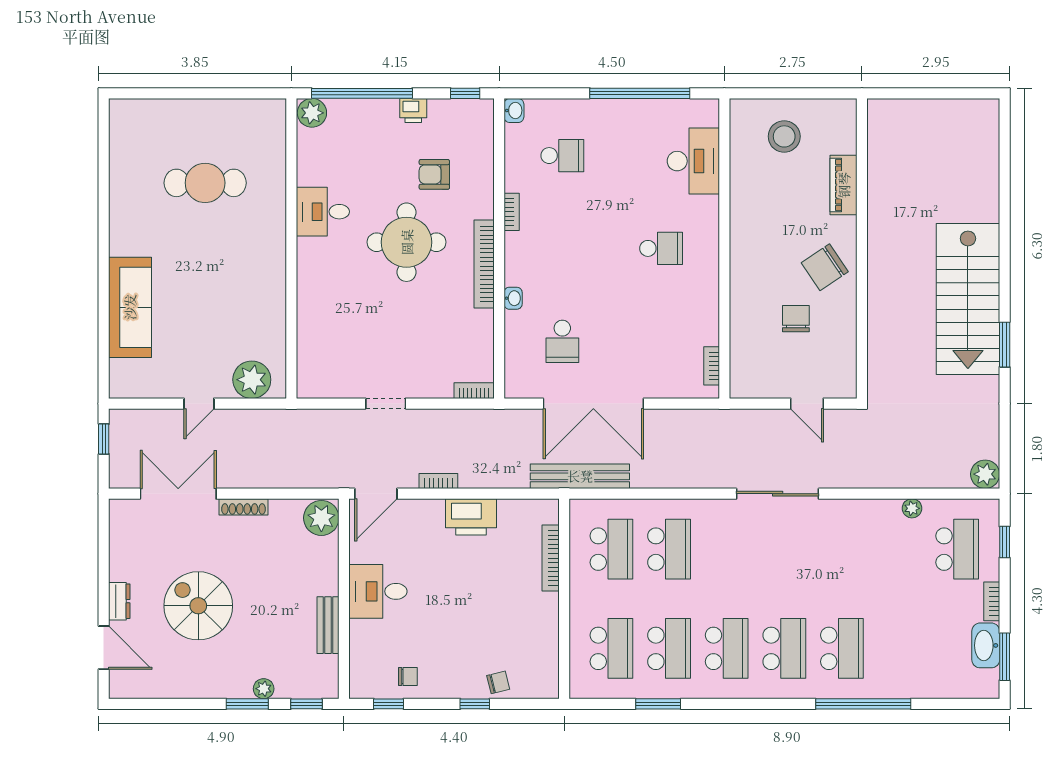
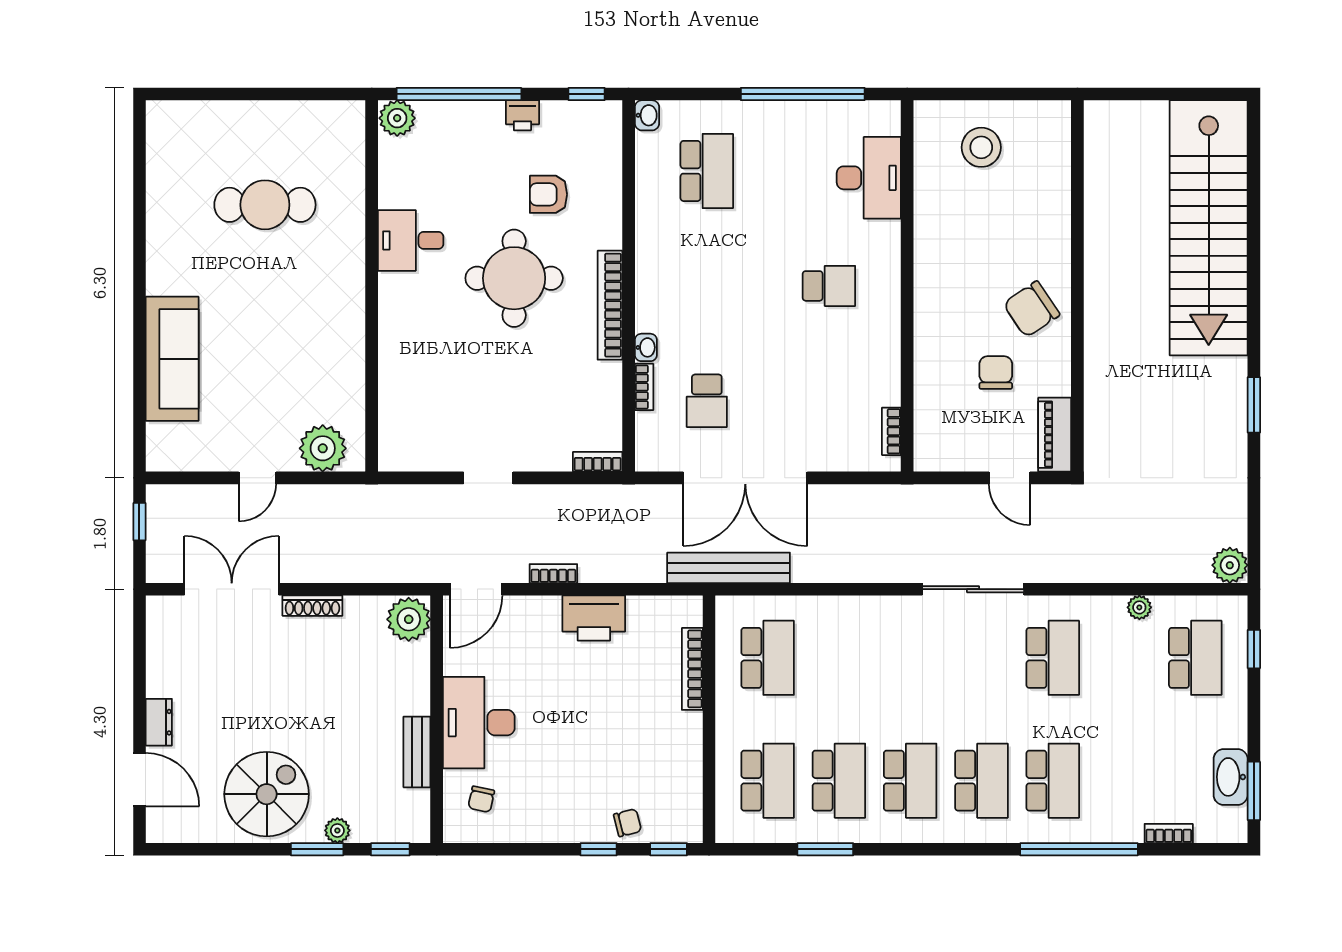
school desk: (562, 156) -> (707, 171), width x1.85
piano: (844, 185) -> (1055, 435), moved
bookcase: (512, 212) -> (644, 387), moved
stairs: (968, 299) -> (1209, 228), moved, width x1.36
school desk: (669, 549) -> (1053, 658), moved
desk: (378, 591) -> (479, 723), width x1.37
bookcase: (992, 601) -> (1169, 833), moved, turned 90
spiral stairs: (198, 606) -> (267, 794), moved, turned 90
chair: (408, 677) -> (481, 799), moved, turned 102
window: (389, 704) -> (669, 849), moved

